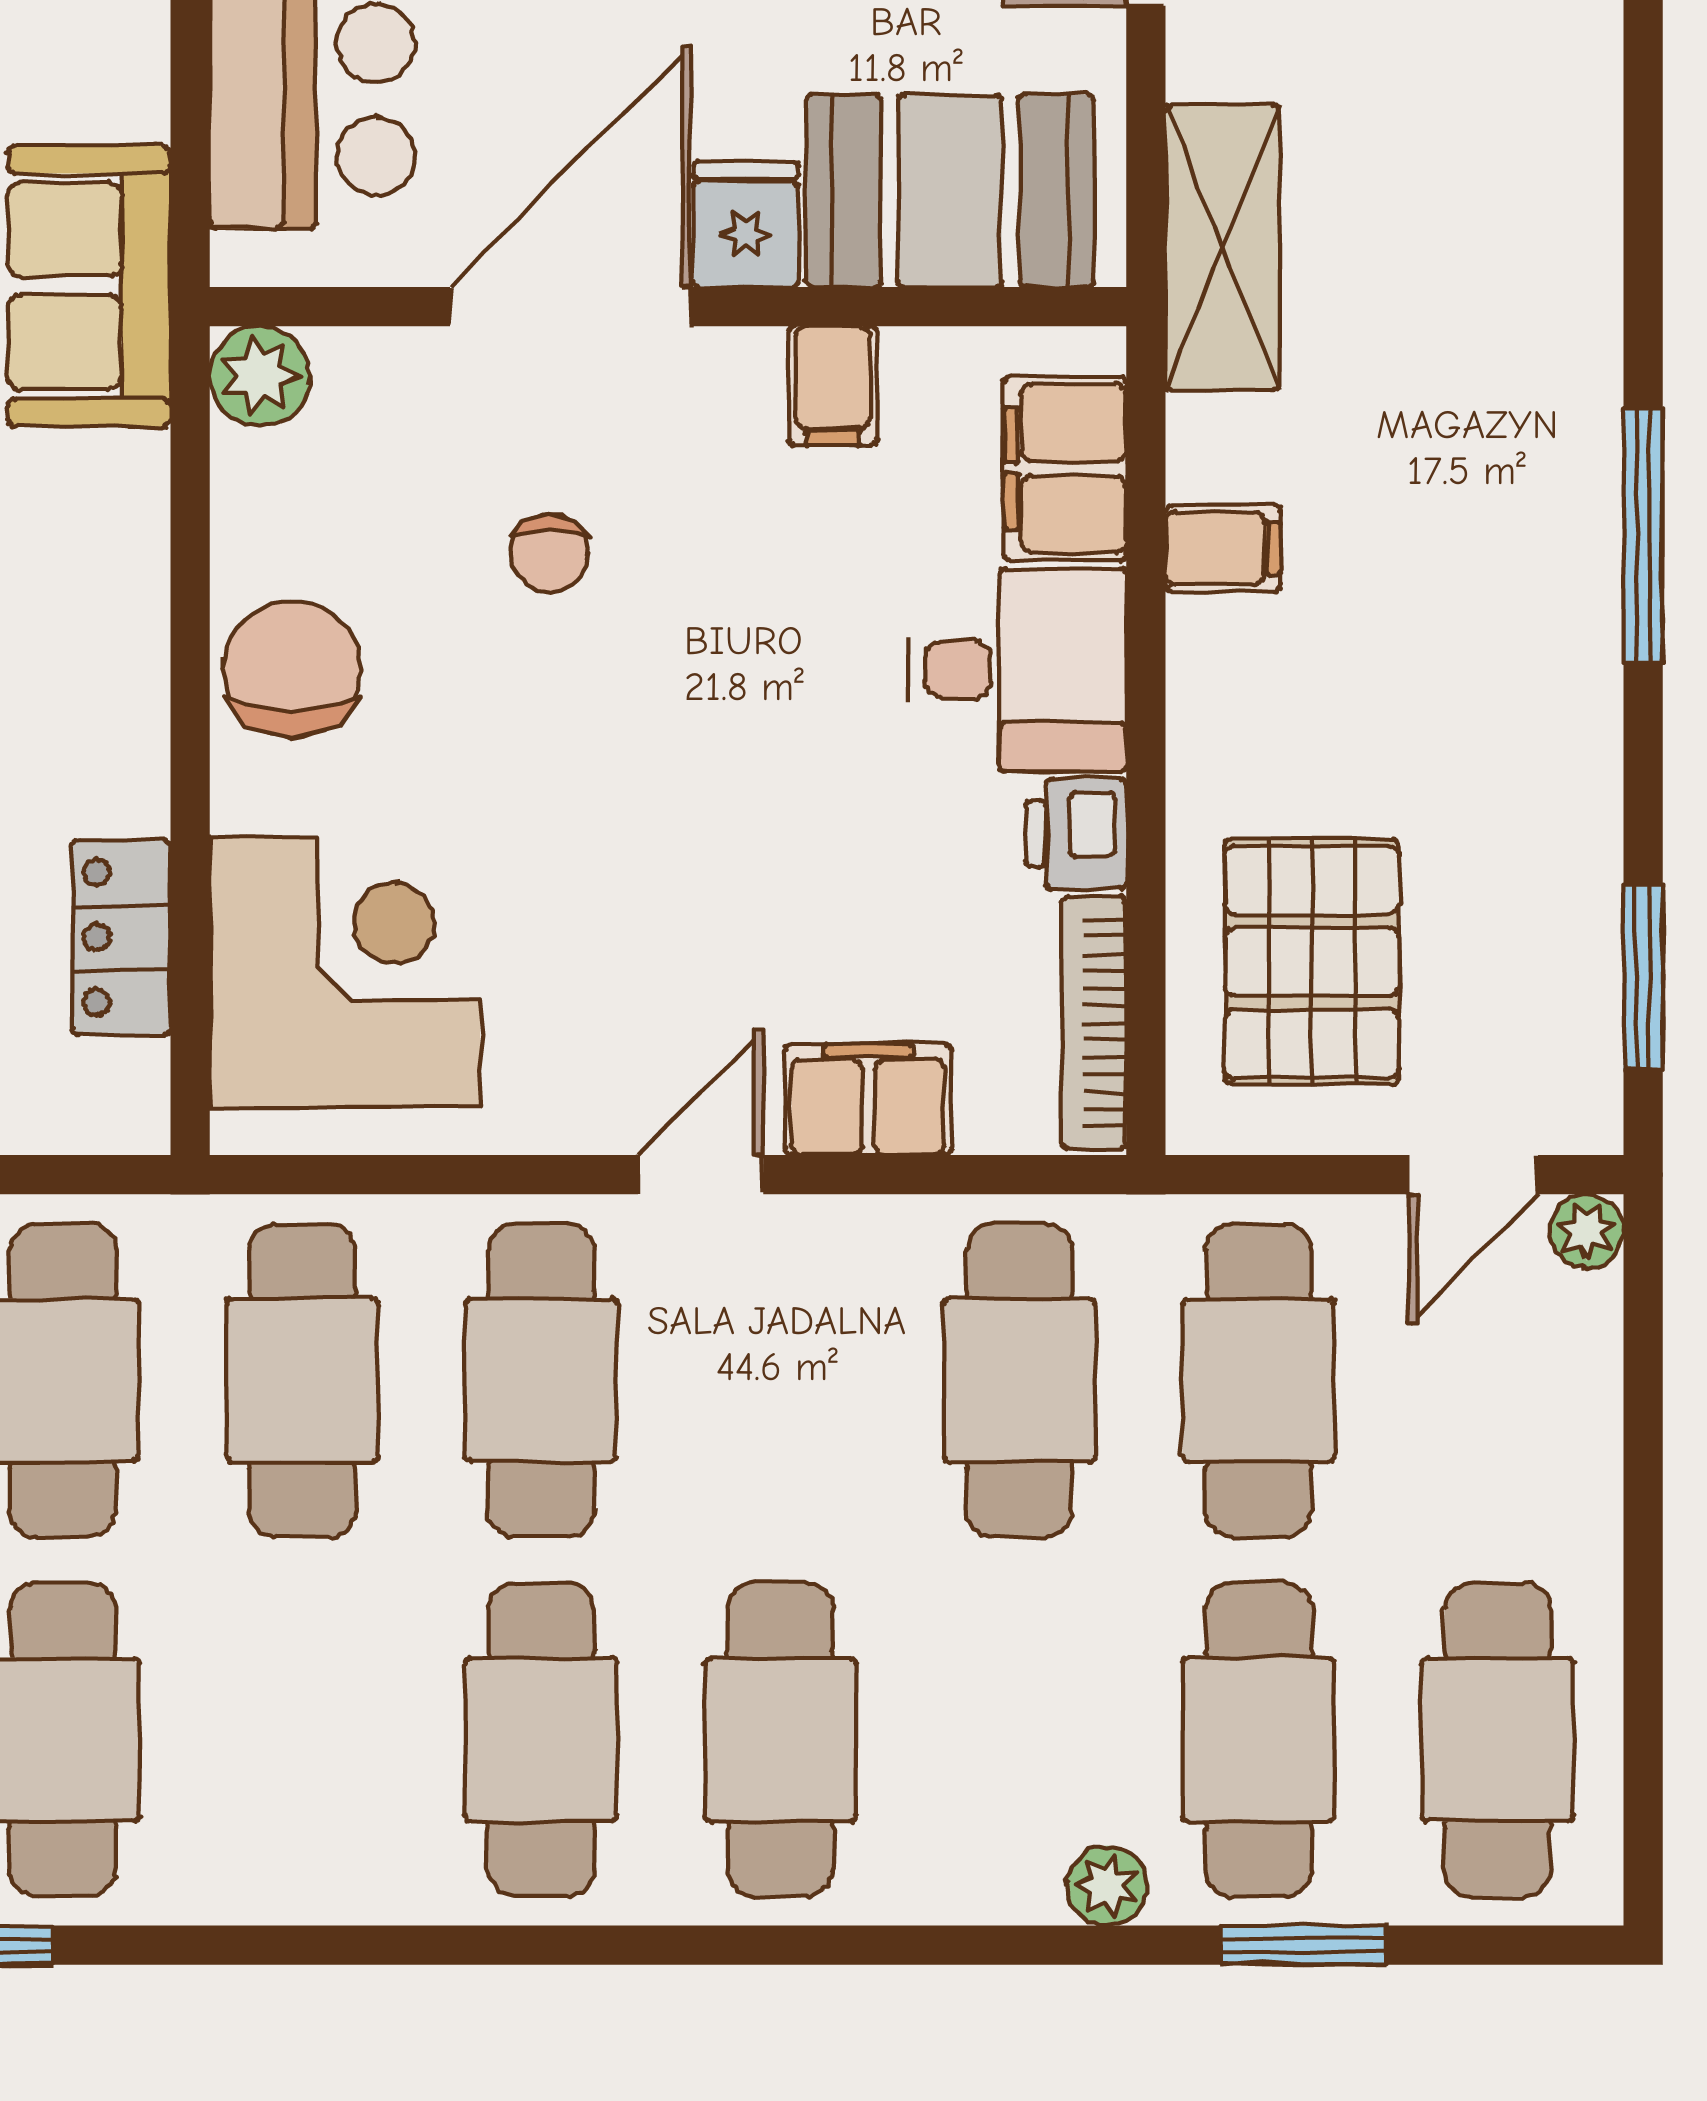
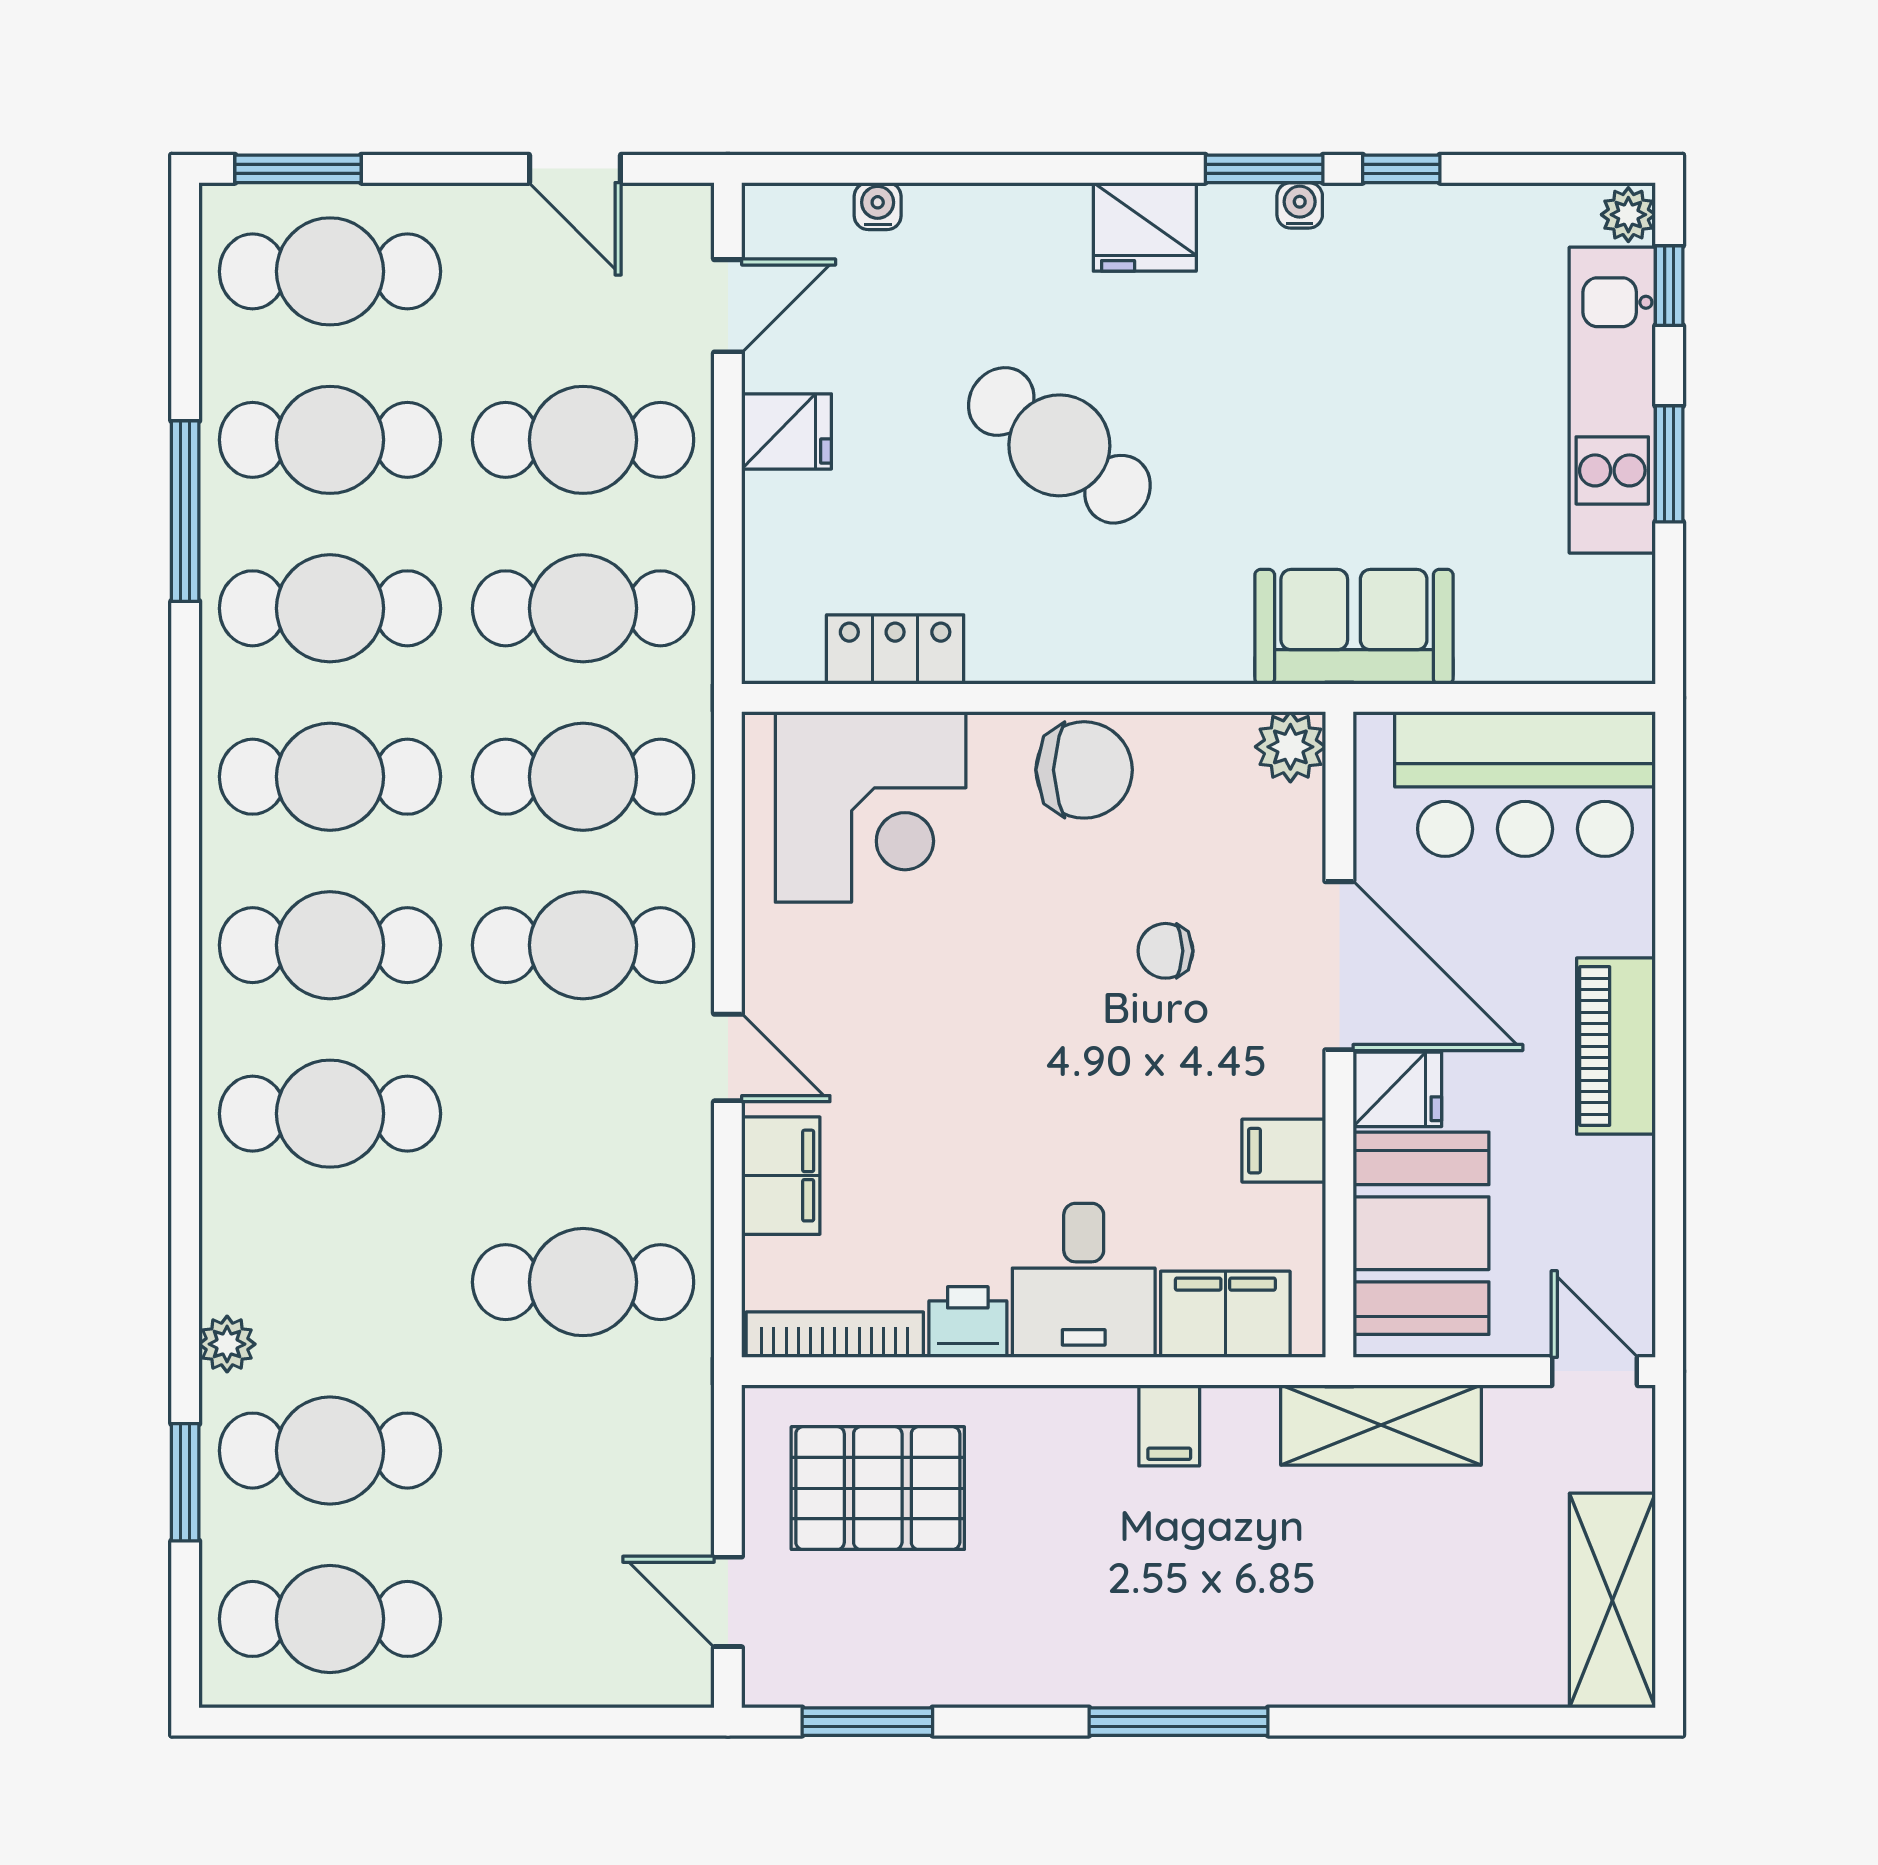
plant: (1587, 1231) -> (688, 1682), removed
cafe table: (1259, 1380) -> (330, 777), moved

